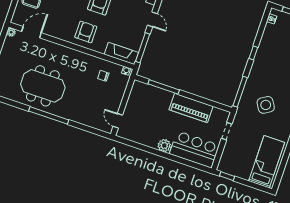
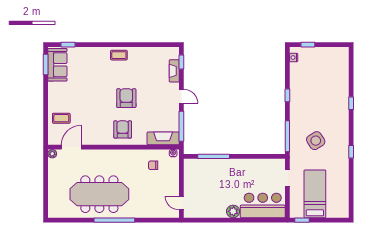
meeting table: (43, 86) -> (99, 194), width x1.36
piano: (191, 108) -> (246, 167), removed
bed: (267, 162) -> (315, 194), moved

